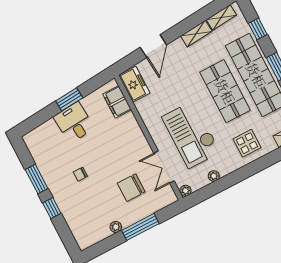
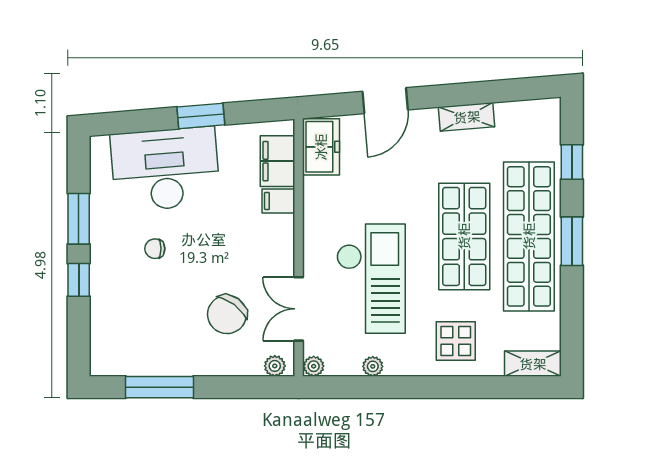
shelving: (221, 17) -> (522, 112), removed
filing cabinet: (127, 121) -> (278, 201), added
desk: (74, 122) -> (165, 169), width x1.87, depth x1.30
checkout: (191, 135) -> (371, 279), turned 180
chair: (131, 188) -> (227, 314), turned -53
plant: (116, 227) -> (275, 366), moved
window: (140, 227) -> (159, 387), moved

